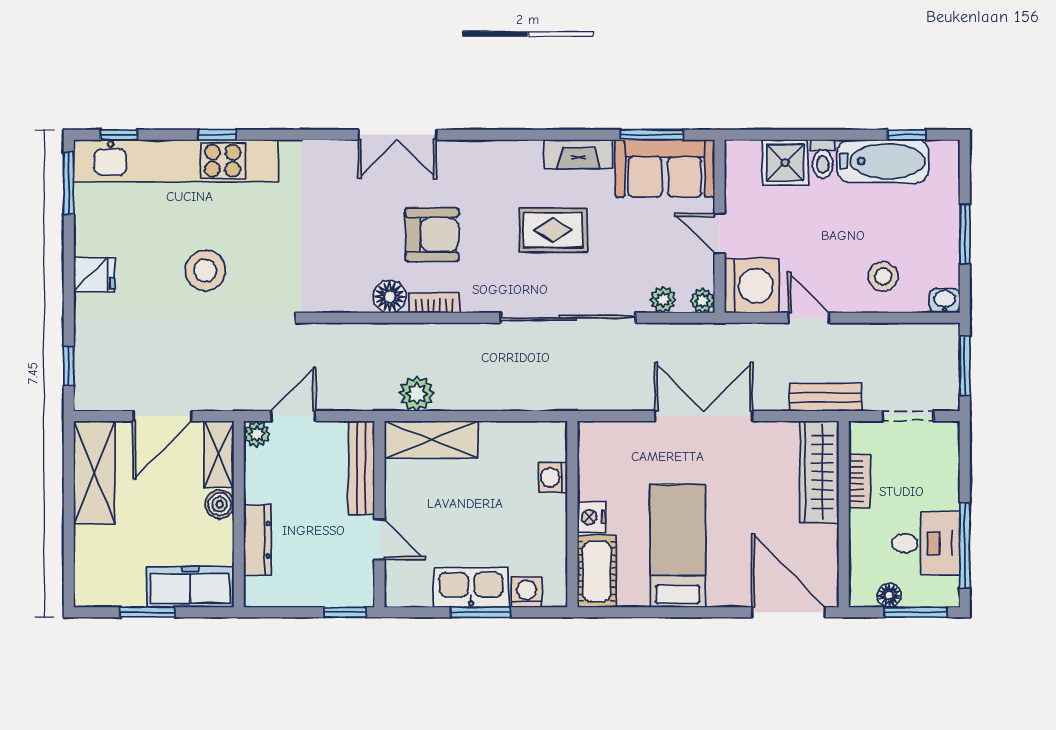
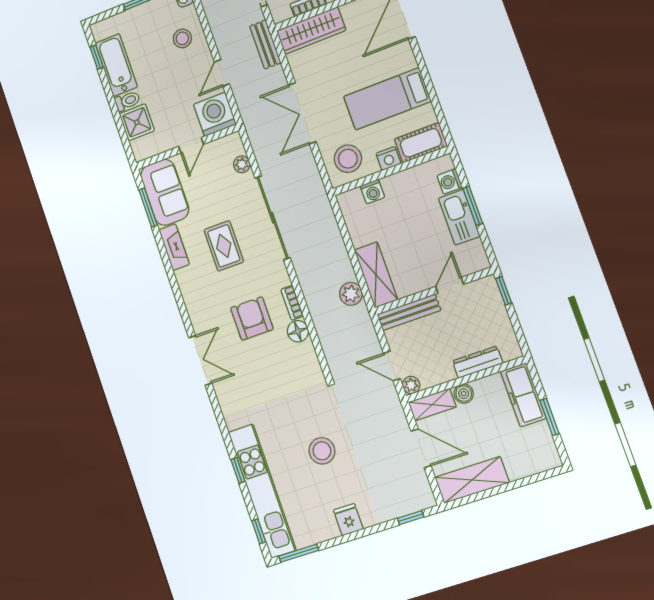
plant: (702, 301) -> (234, 140), removed
stool: (613, 459) -> (348, 159), added

